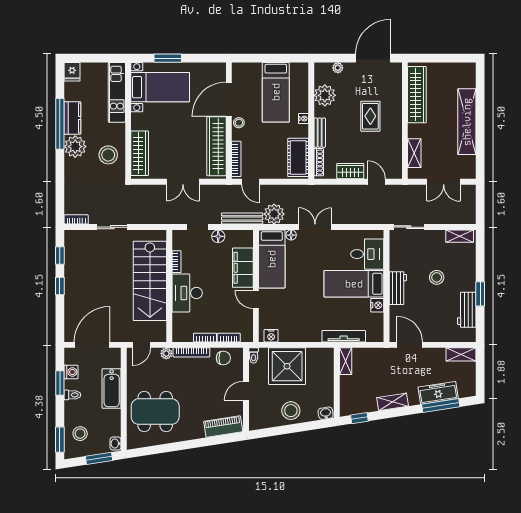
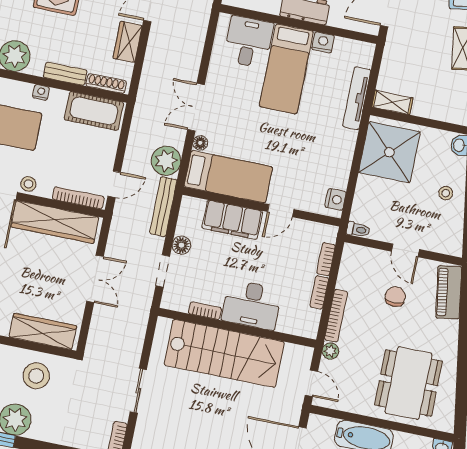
chair: (223, 358) -> (395, 297), moved
shower: (287, 366) -> (389, 152), moved
stool: (291, 411) -> (446, 193), width x0.53, depth x0.53

